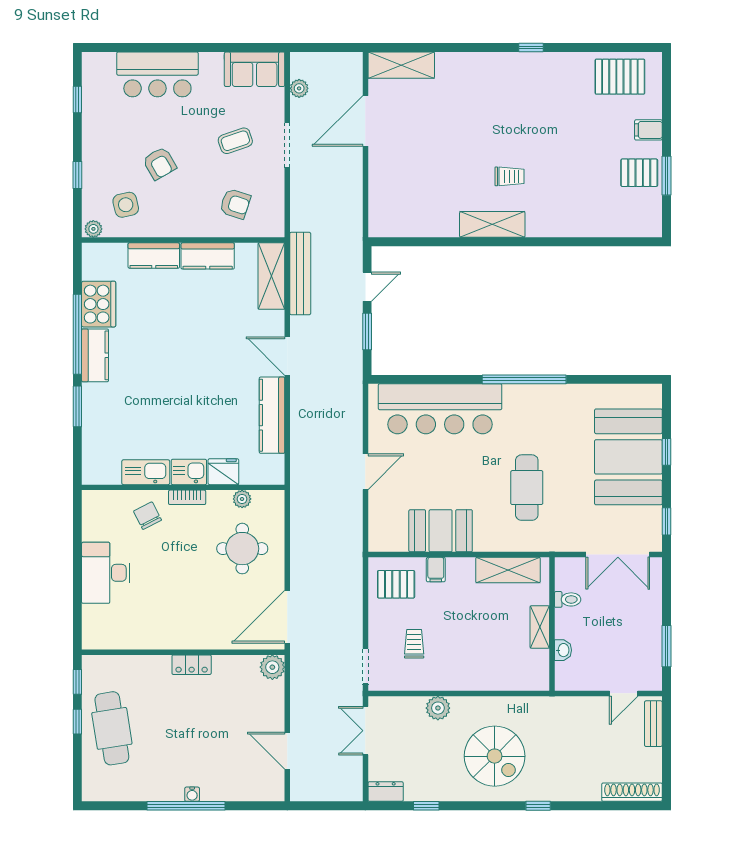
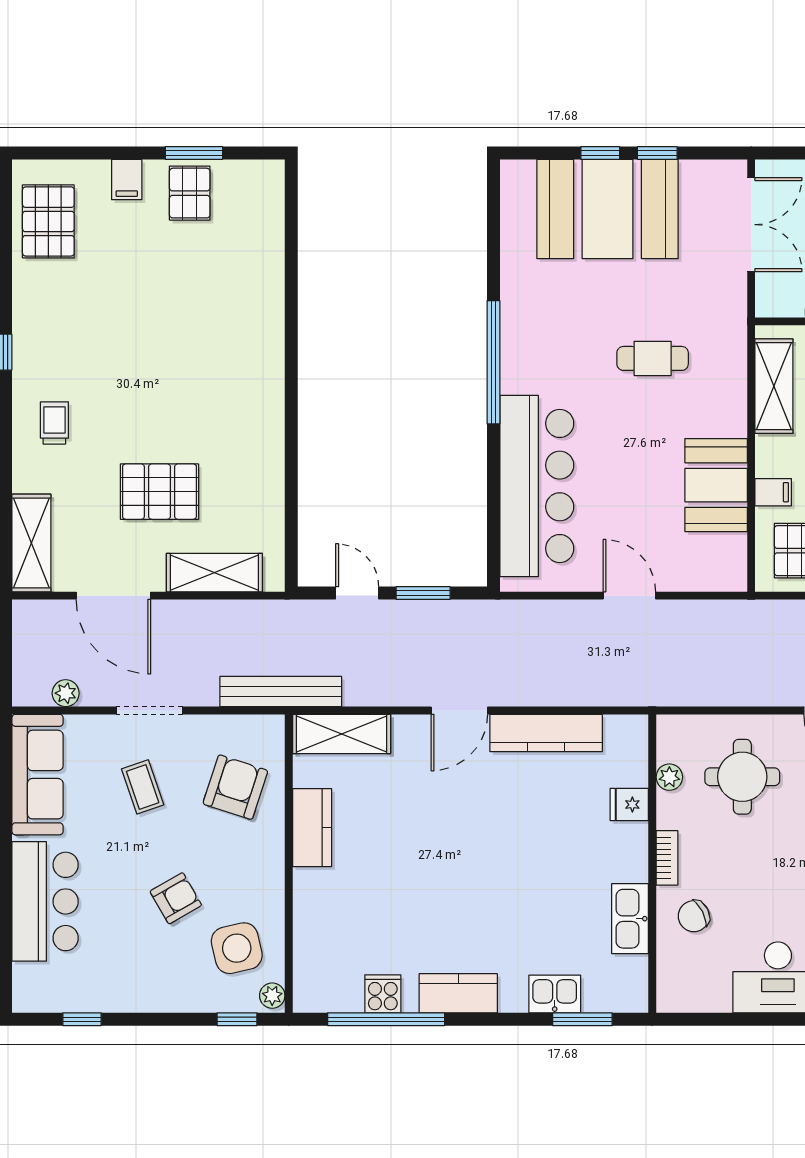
sofa: (255, 69) -> (38, 775), width x1.36
pallet: (436, 152) -> (160, 492), added
window: (77, 175) -> (237, 1019), moved
trolley: (510, 176) -> (54, 423), moved
armchair: (235, 204) -> (235, 787), width x1.38, depth x1.38
side table: (126, 205) -> (237, 948), width x1.37, depth x1.37
shelving: (492, 224) -> (214, 573), moved, turned 90
kitchen counter: (154, 256) -> (311, 907), removed
bench: (300, 273) -> (281, 692), moved
cooker: (99, 304) -> (383, 994), width x0.53, depth x0.76
window: (77, 334) -> (386, 1019), moved
window: (77, 406) -> (582, 1019), moved
kitchen sink: (189, 472) -> (555, 994), moved, turned 90
fridge: (223, 472) -> (629, 805), width x0.72
cafe table: (527, 488) -> (653, 358), width x0.73, depth x0.74
window: (666, 521) -> (657, 153), moved

